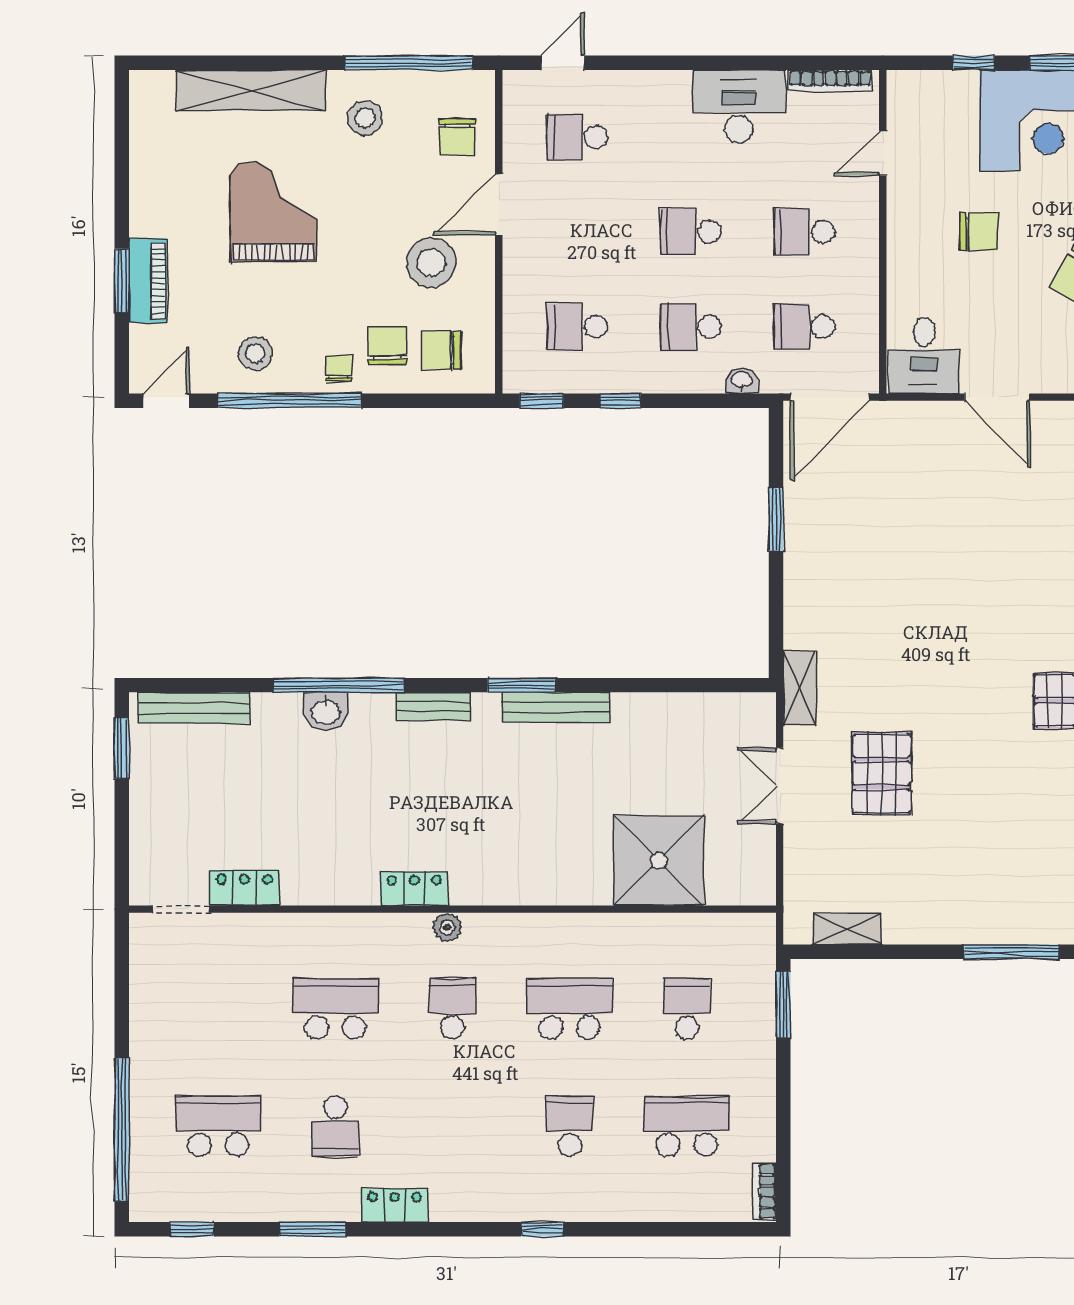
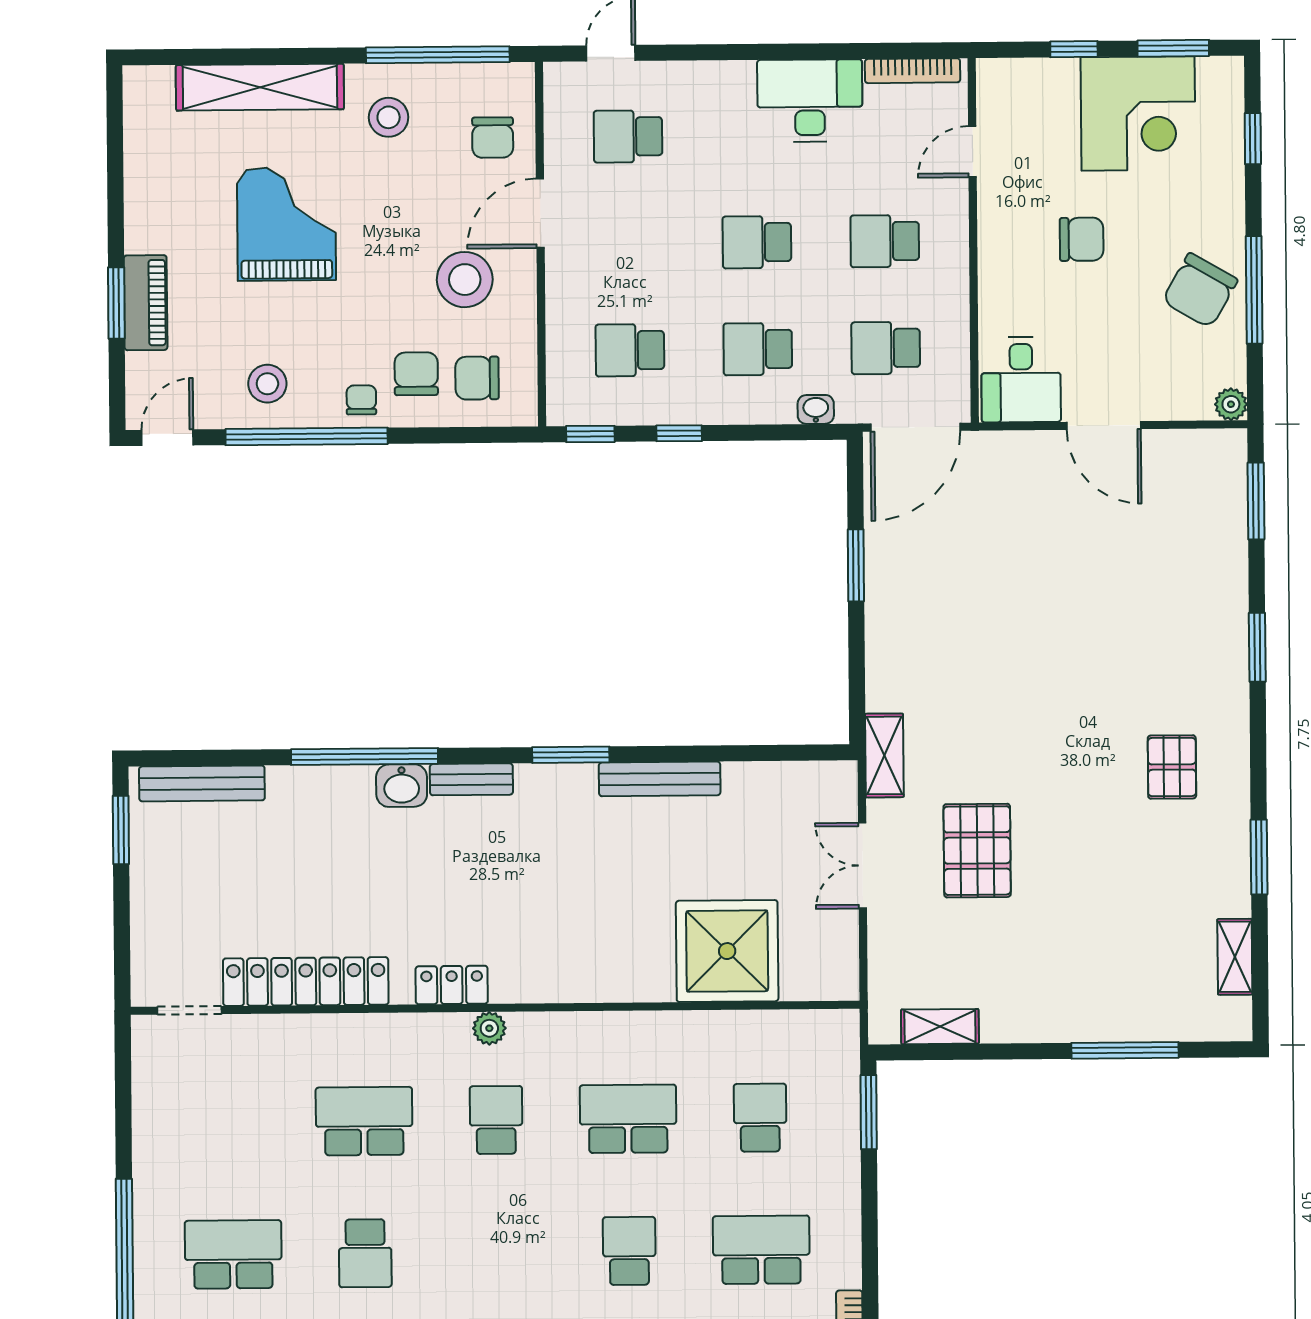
bench: (556, 707) -> (660, 779), moved
washbasin: (326, 711) -> (402, 786), moved
locker: (244, 888) -> (306, 982), width x2.16, depth x1.21

